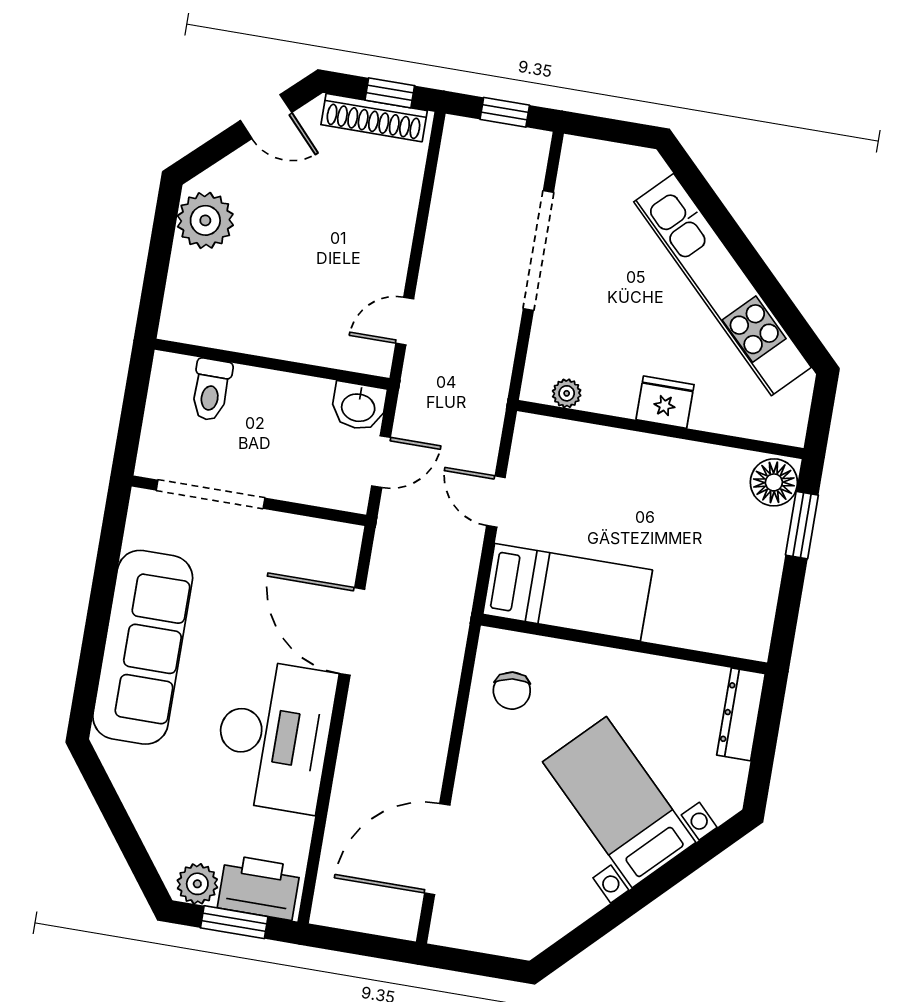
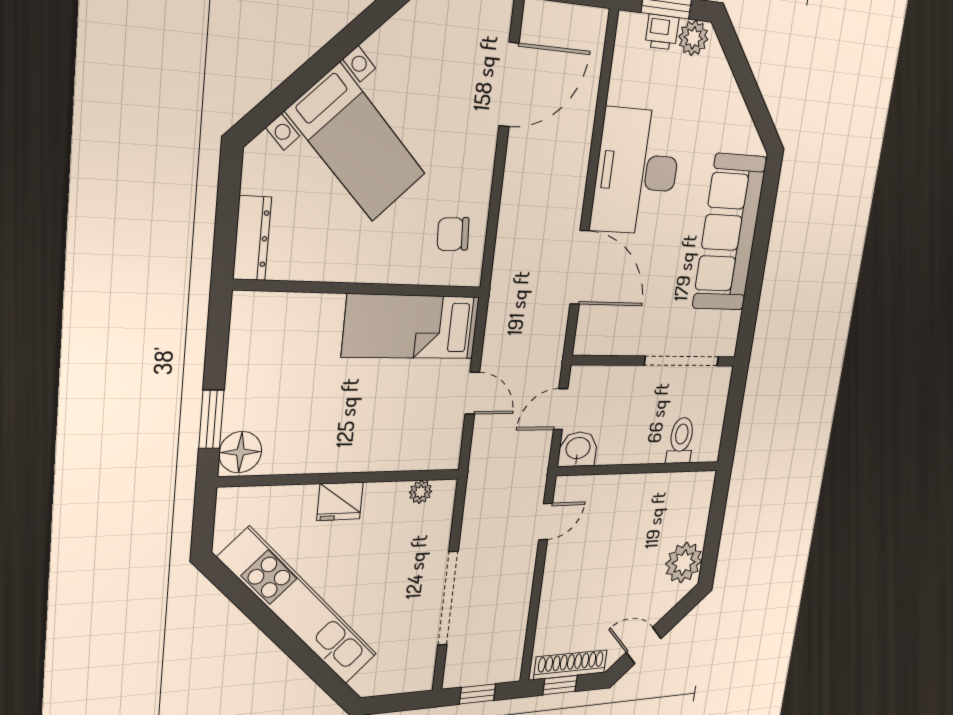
chair: (512, 691) -> (453, 234), turned -87
printer: (259, 887) -> (662, 32), width x0.53, depth x0.68

